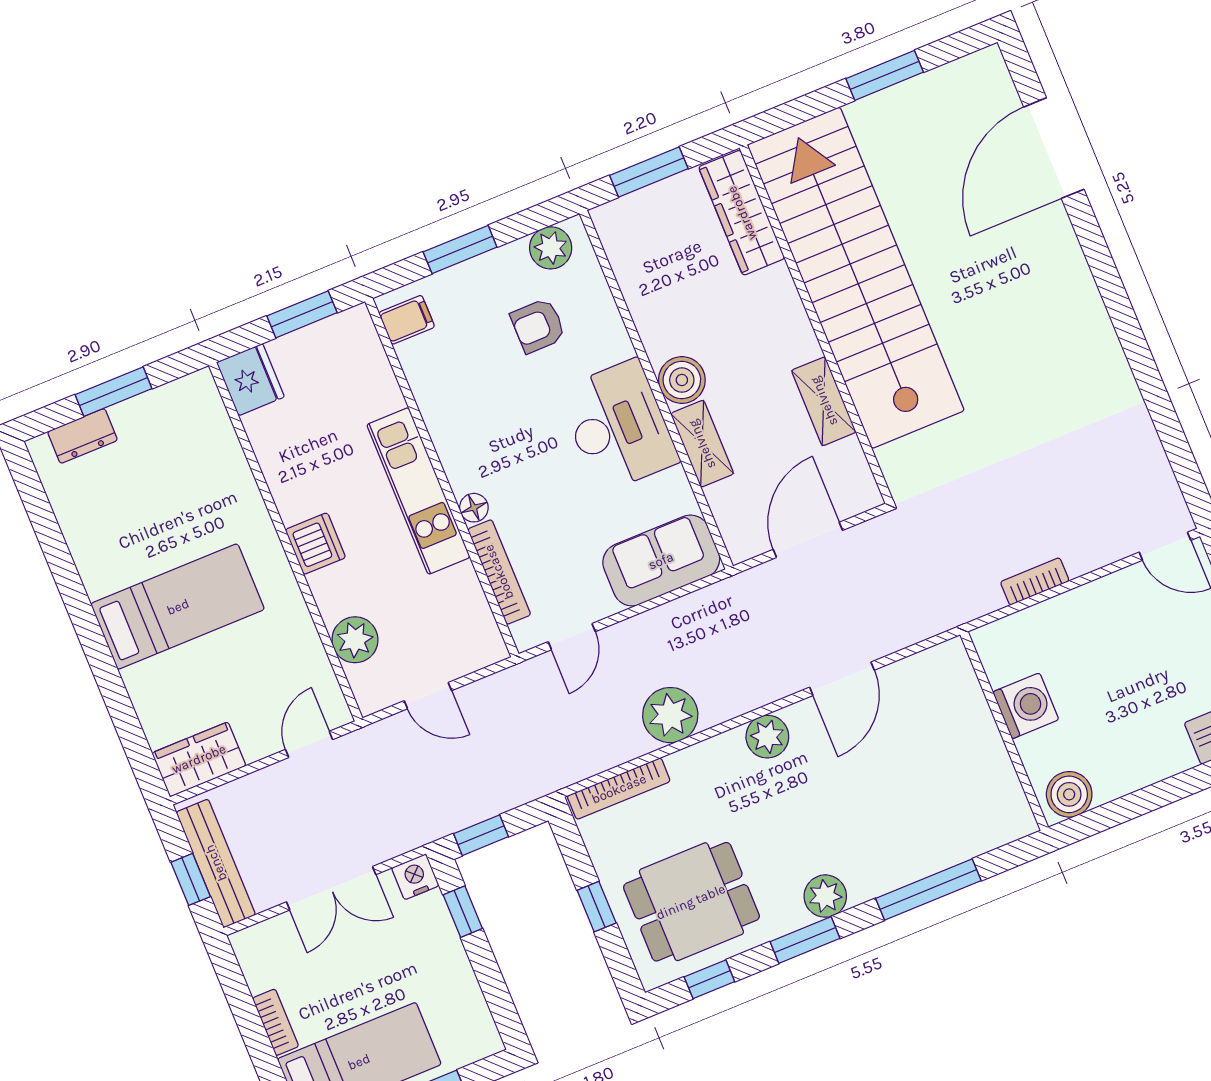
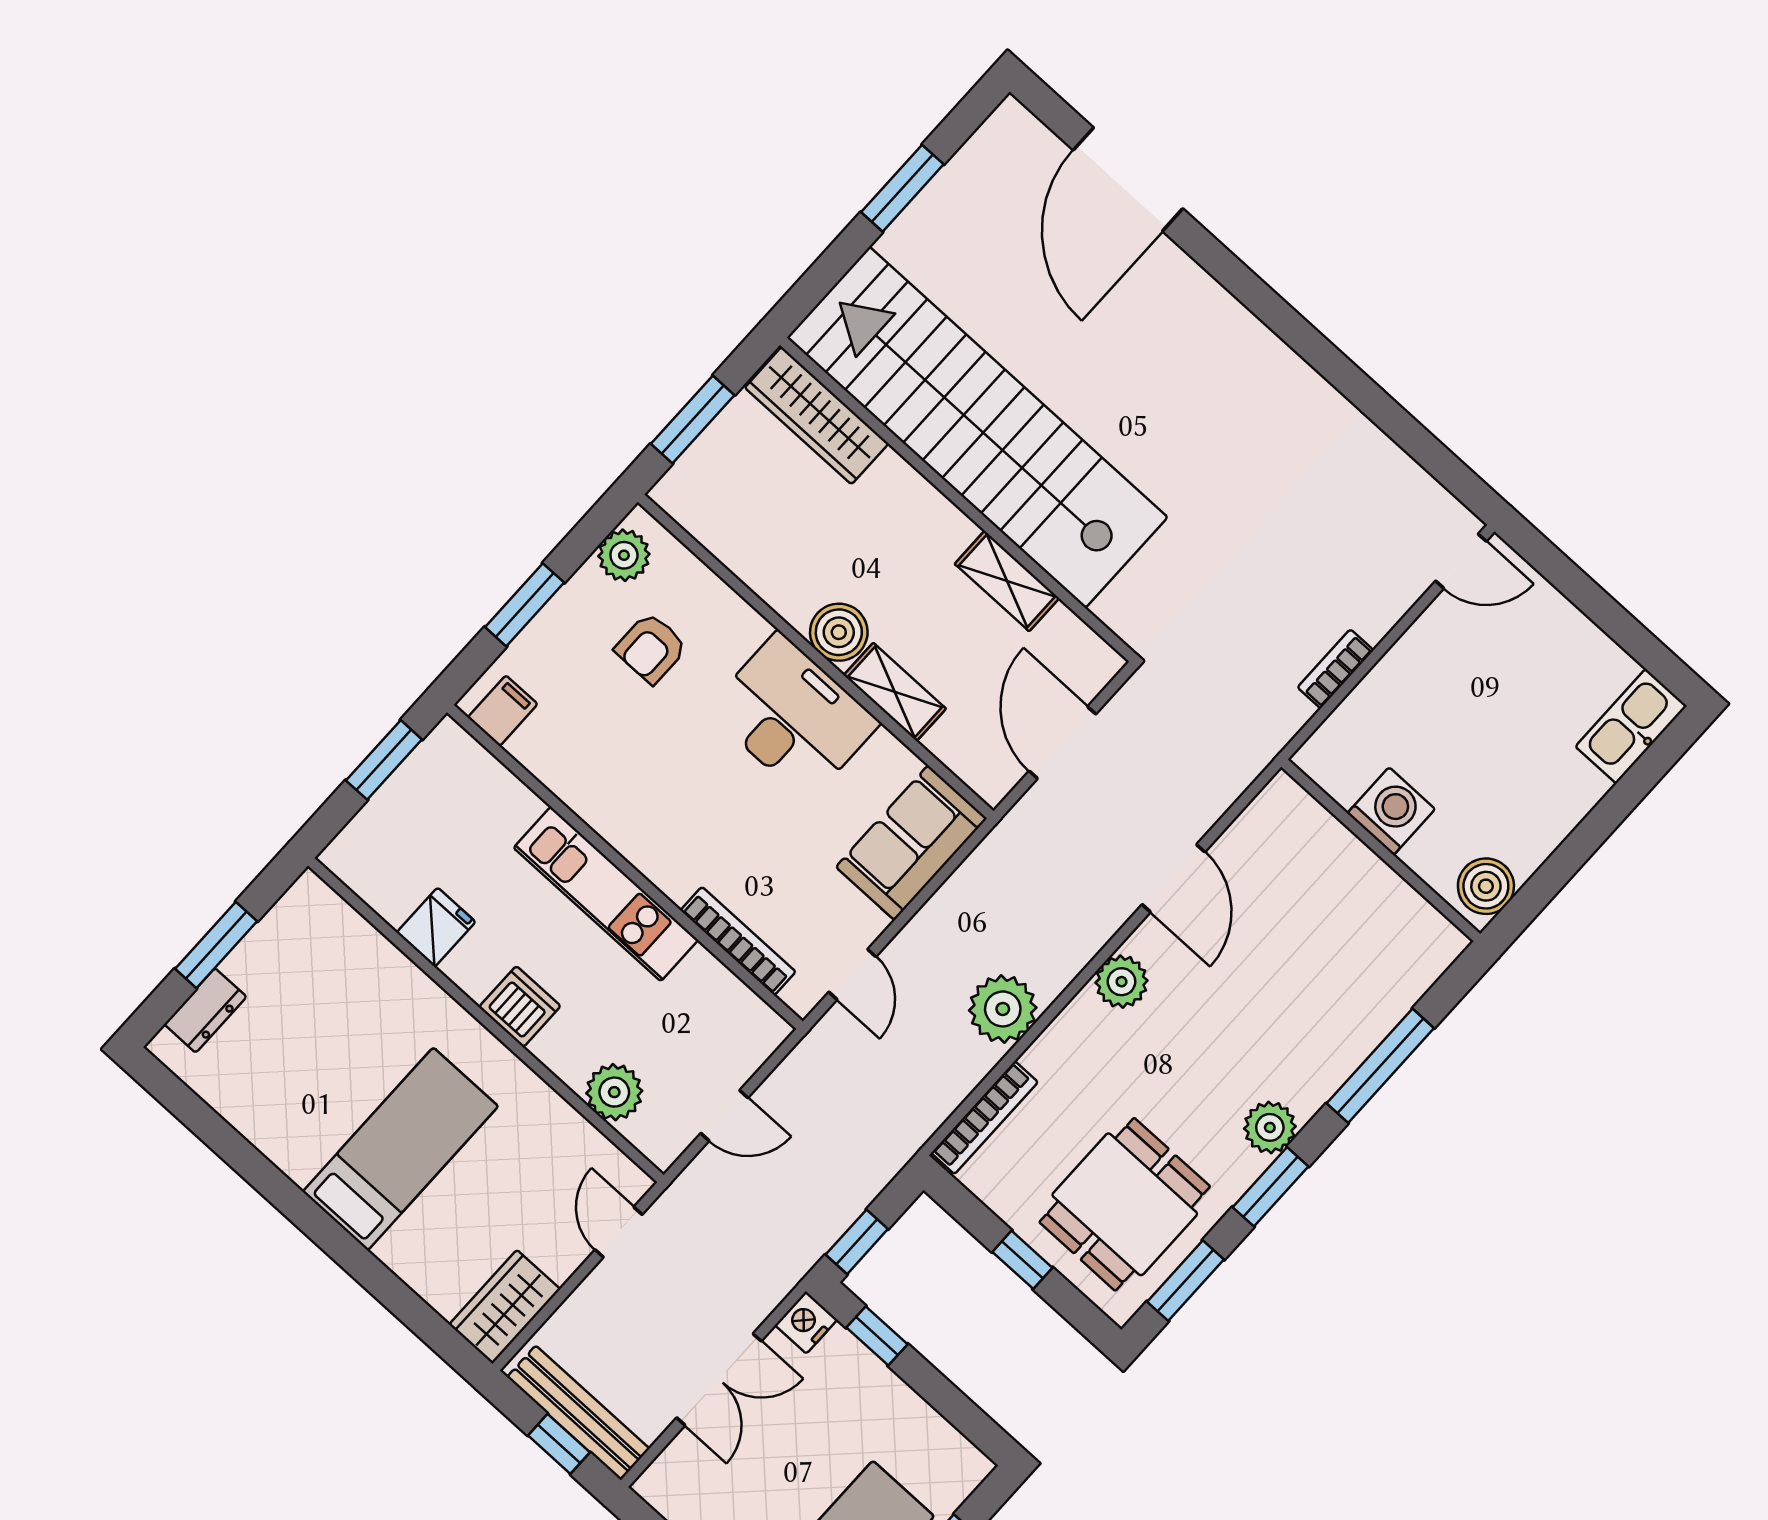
fridge: (250, 380) -> (436, 927), moved, width x0.72
floor lamp: (474, 508) -> (676, 883), removed
window: (709, 979) -> (1186, 1281), width x1.50

